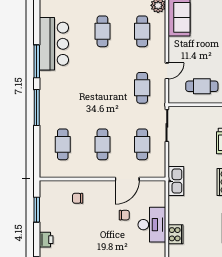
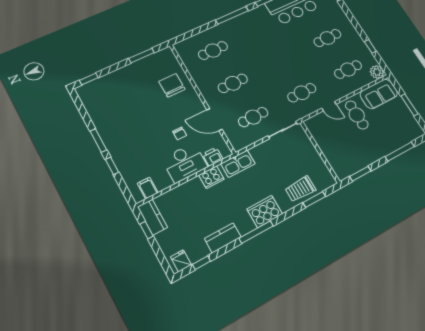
cafe table: (202, 86) -> (357, 115), moved
chair: (78, 198) -> (172, 85), width x1.87, depth x1.87
cooker: (176, 234) -> (211, 177), moved
printer: (46, 240) -> (213, 157), moved, turned 180

